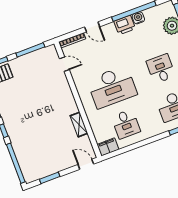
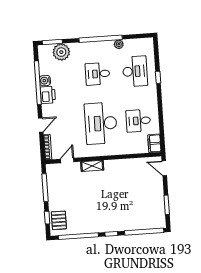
desk: (112, 87) -> (101, 123), turned 180
desk: (126, 124) -> (138, 121), turned 180
shelving: (79, 125) -> (92, 166), moved
door: (86, 164) -> (164, 168), hinge flipped

